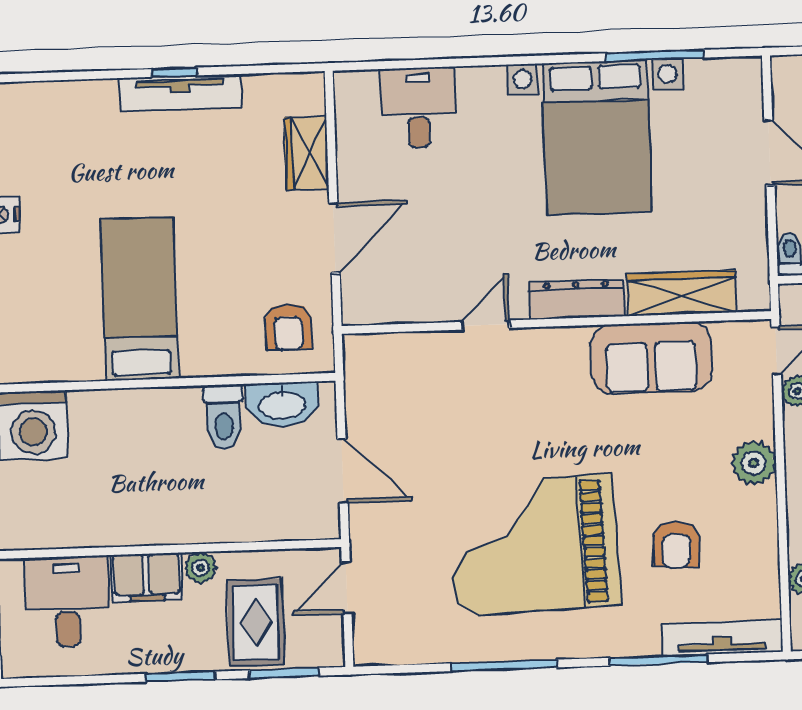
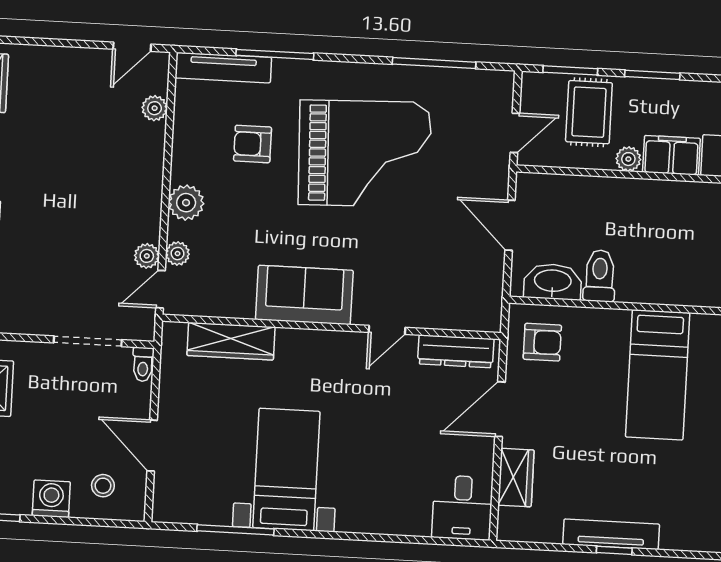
desk: (418, 108) -> (462, 508), moved
bed with nightstands: (597, 137) -> (286, 470), width x0.73
dresser: (576, 299) -> (456, 351), moved
armchair: (289, 327) -> (542, 342), turned 90
sofa: (651, 358) -> (304, 295), moved
plant: (759, 398) -> (178, 254), added
armchair: (677, 544) -> (253, 144), turned -93
window: (504, 665) -> (434, 63), moved

